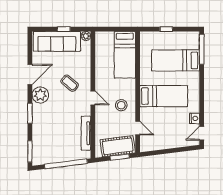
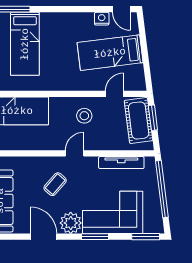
bed: (164, 96) -> (110, 53), moved, turned -97
corner sofa: (48, 127) -> (113, 212), added

